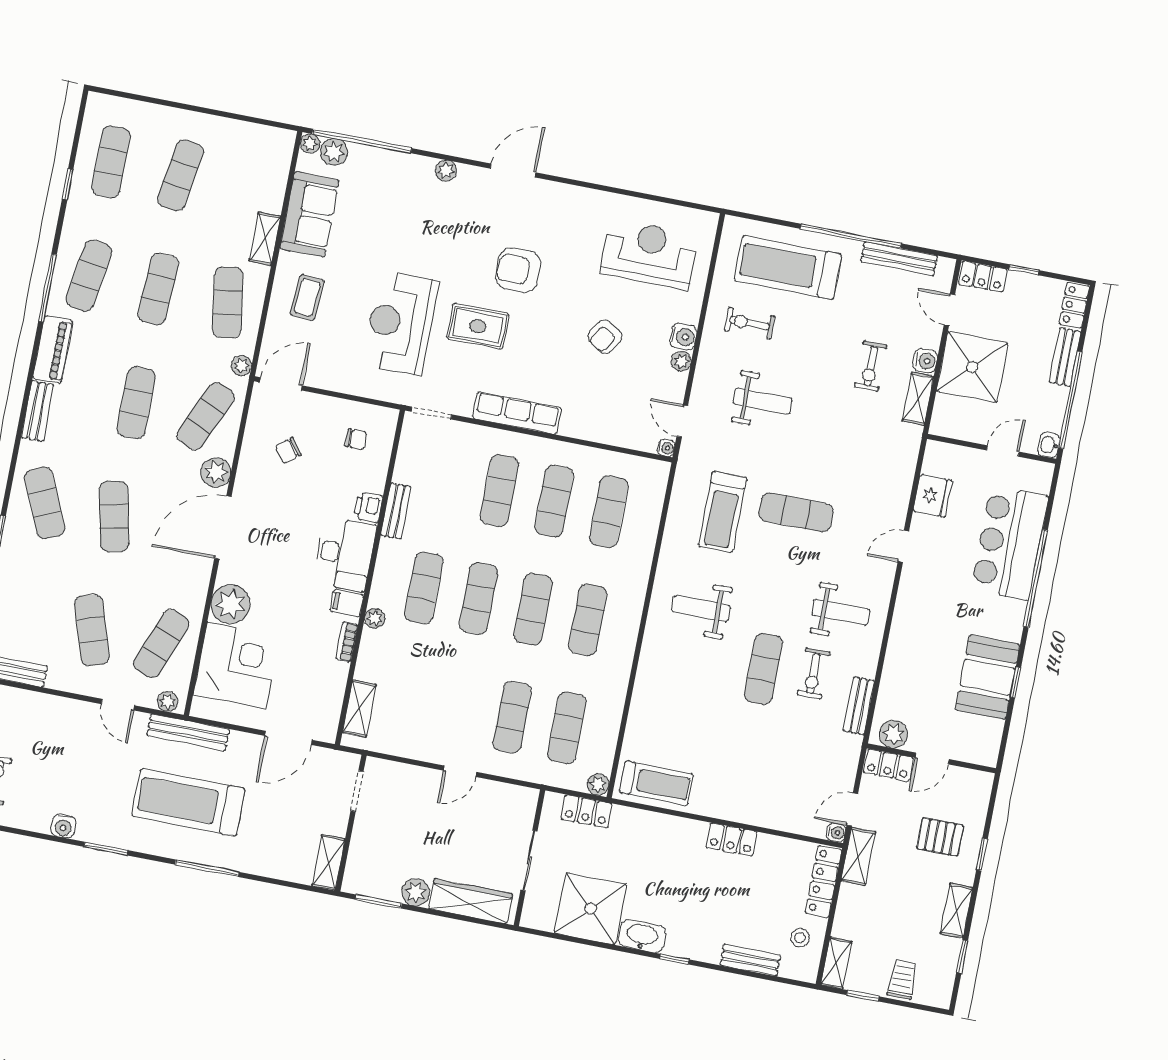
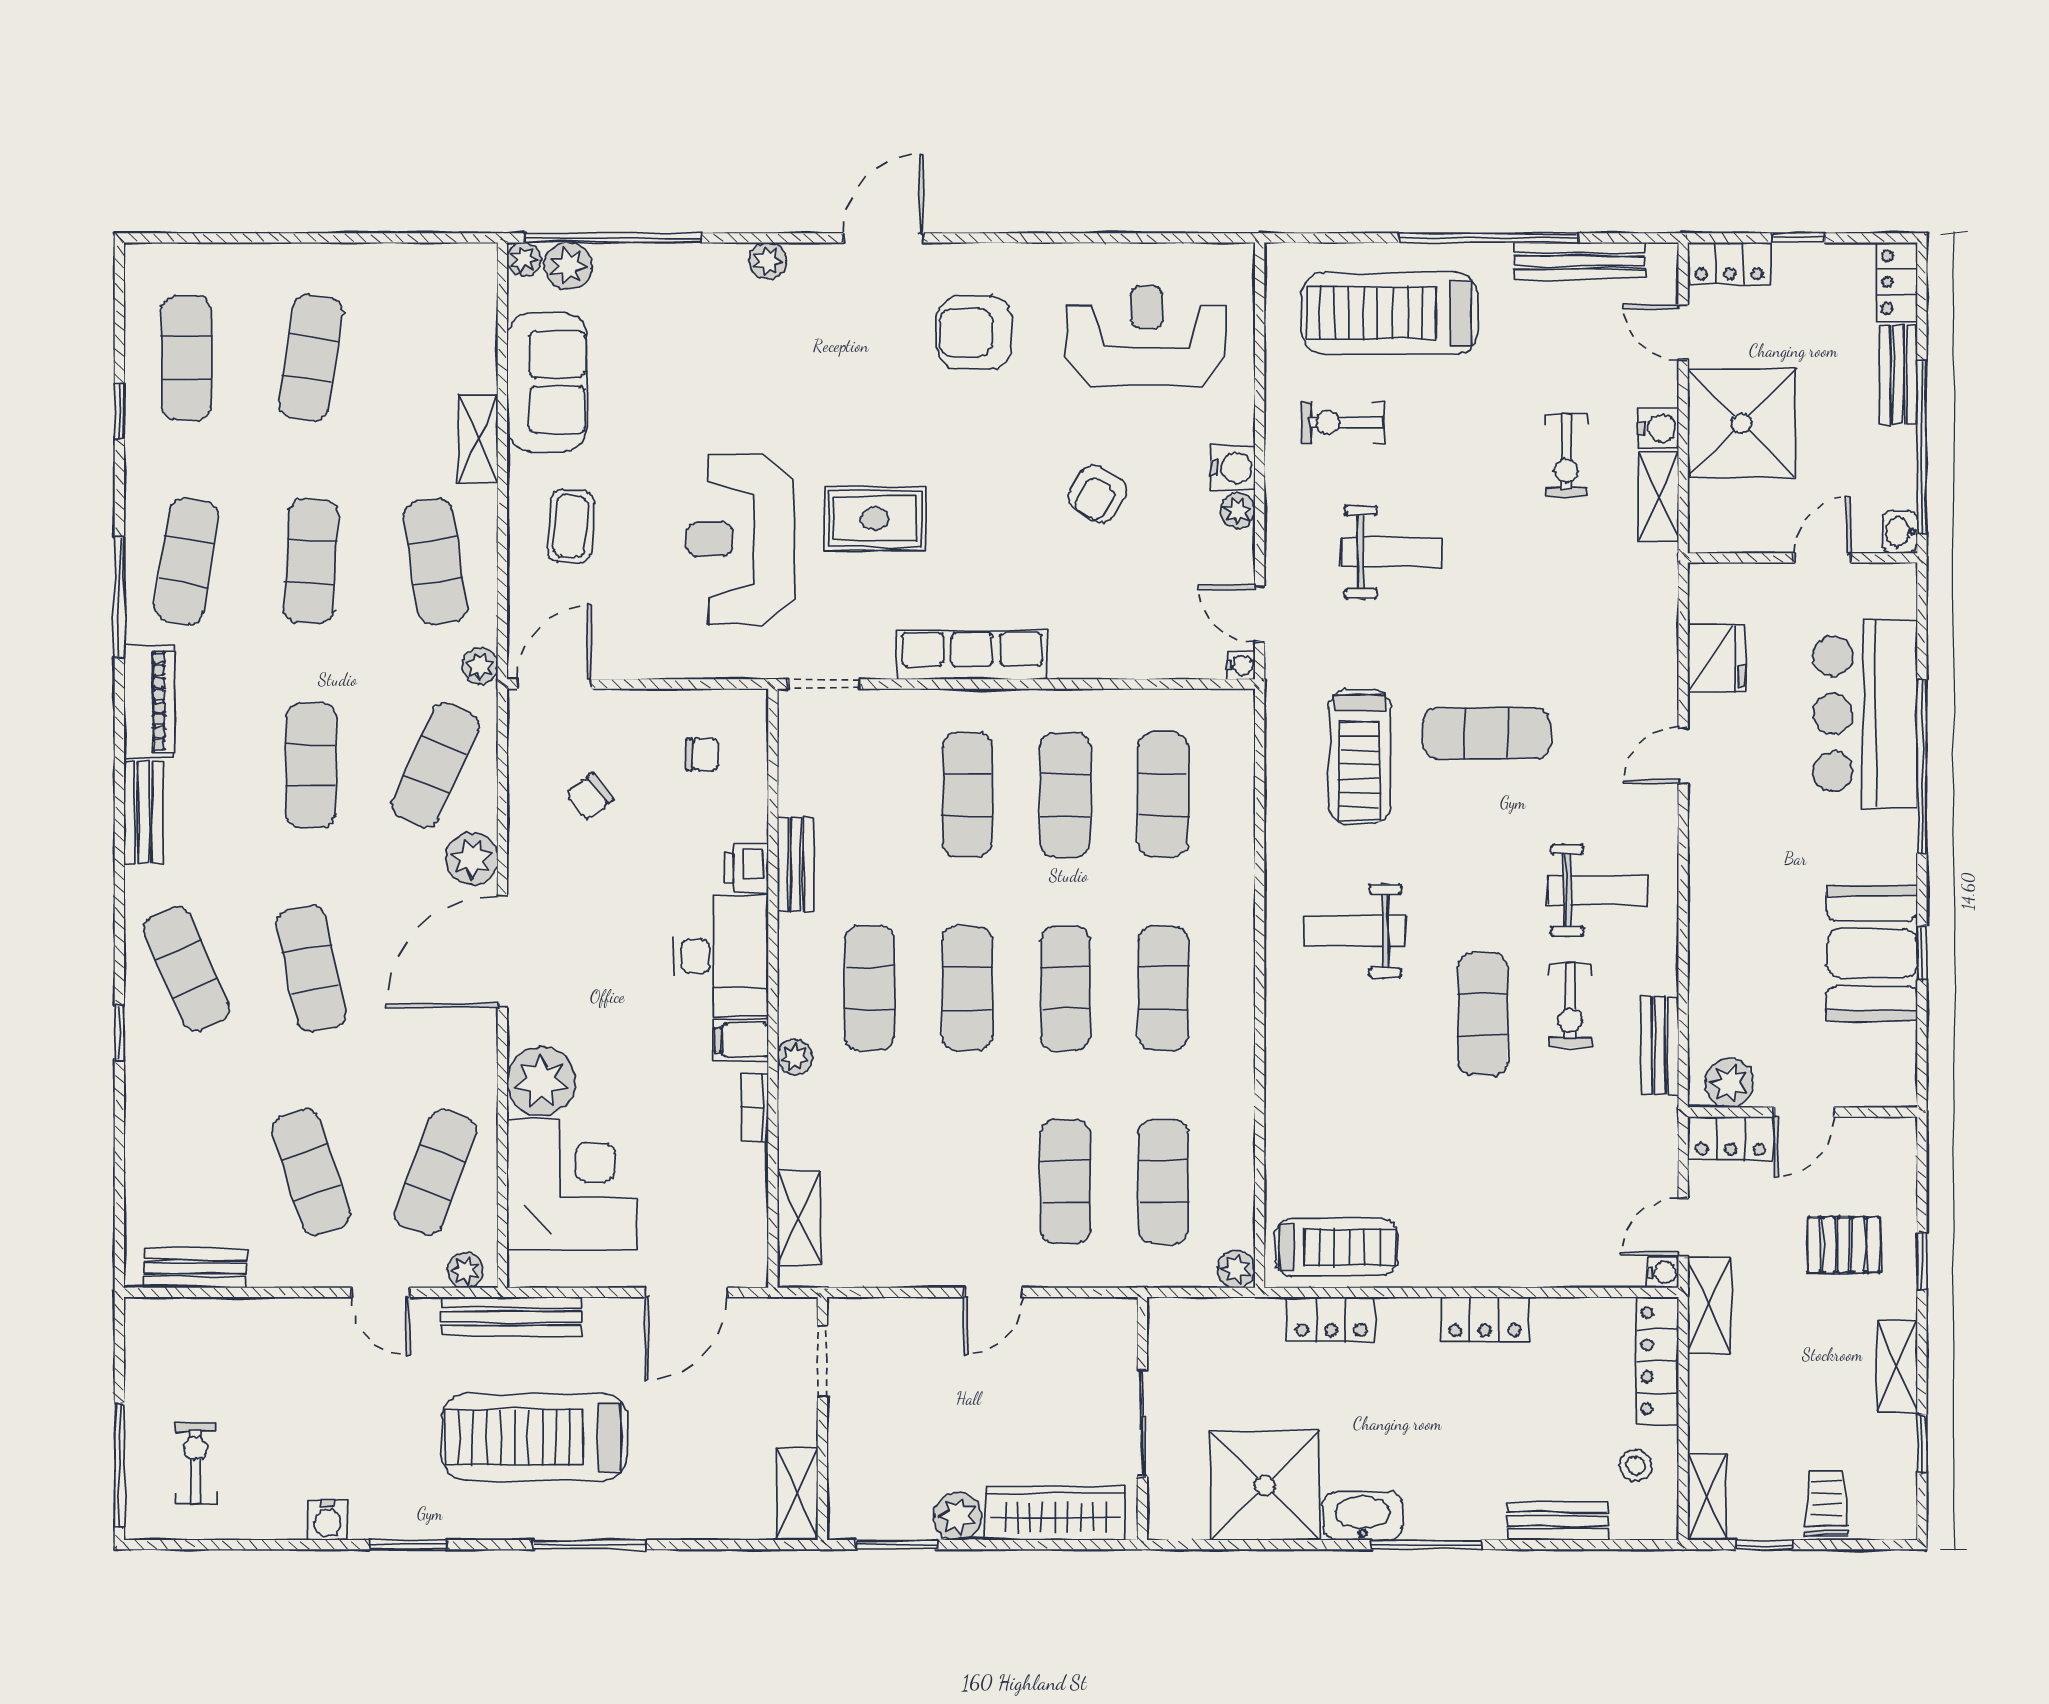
armchair: (518, 270) -> (974, 332), moved
locker: (586, 811) -> (1331, 1319), moved
window: (674, 959) -> (1426, 1545), width x2.17

